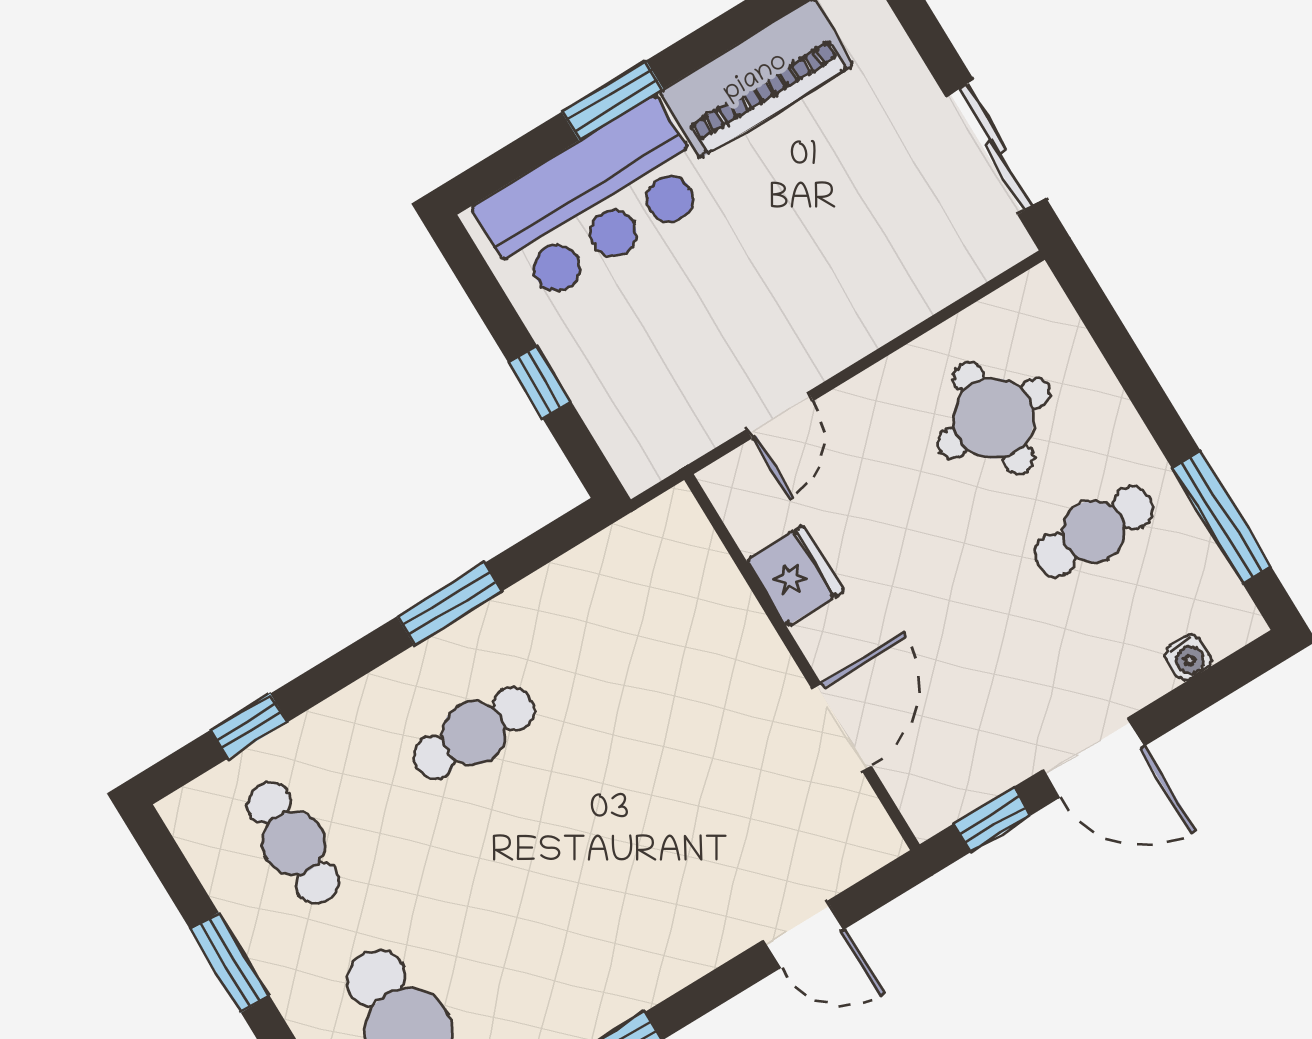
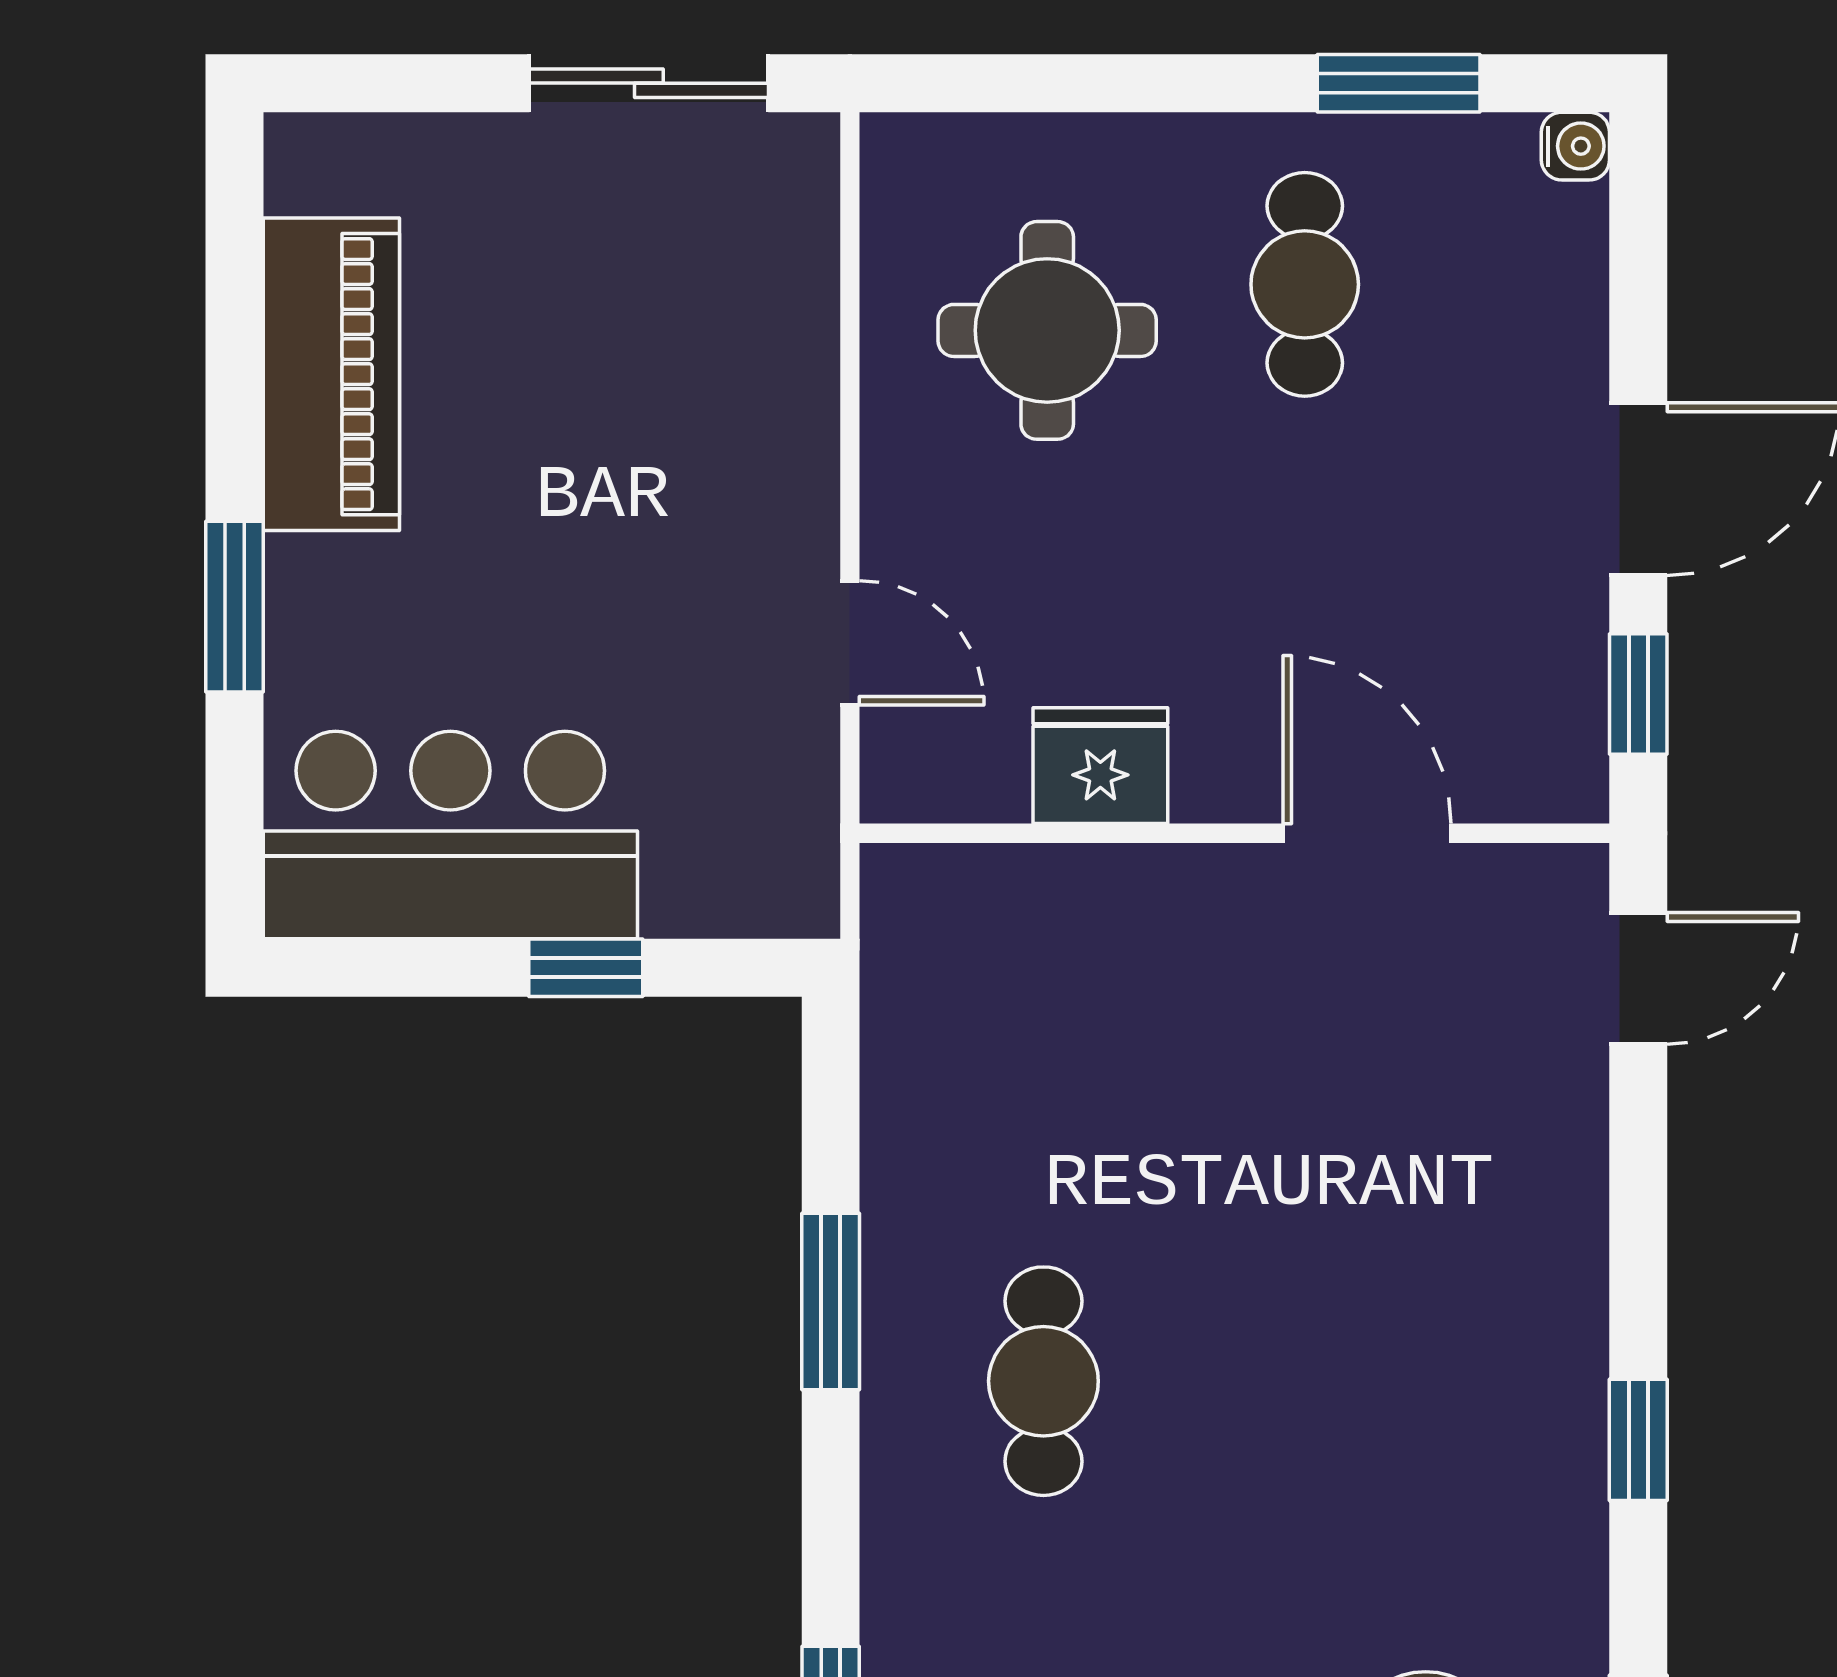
bar counter: (594, 202) -> (450, 835), moved, turned -90
window: (1221, 517) -> (1399, 83), width x0.69
water cooler: (1188, 657) -> (1575, 146), moved
door: (804, 935) -> (1638, 978), moved

